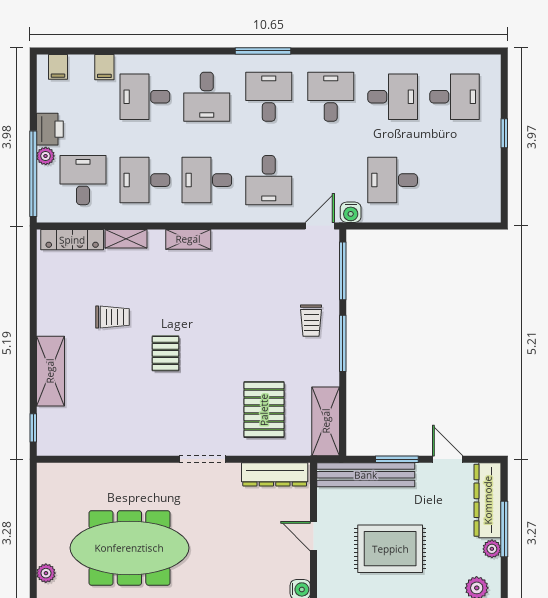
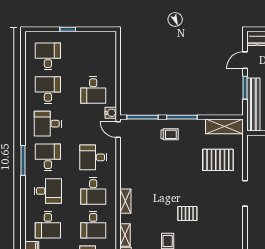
desk: (269, 97) -> (48, 157), turned 90
desk: (269, 180) -> (93, 157), turned 180
dresser: (275, 474) -> (253, 154), removed

